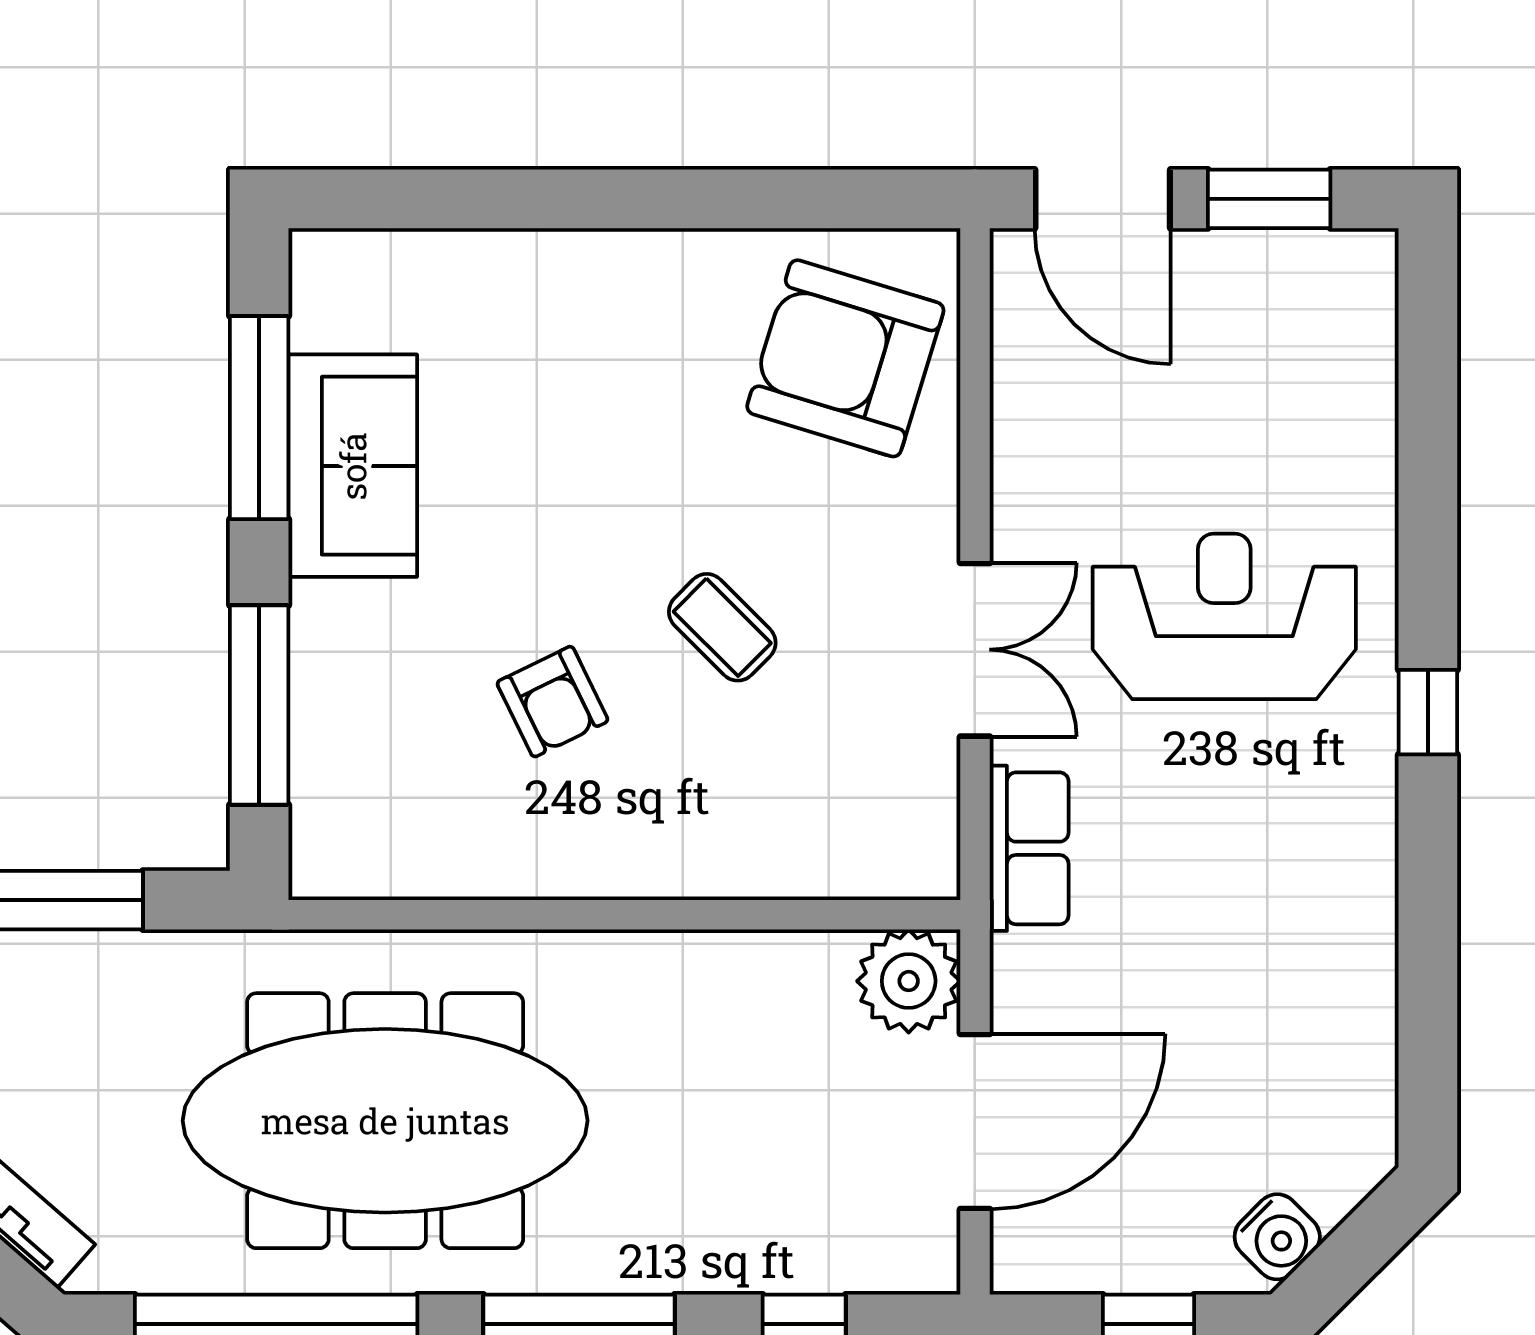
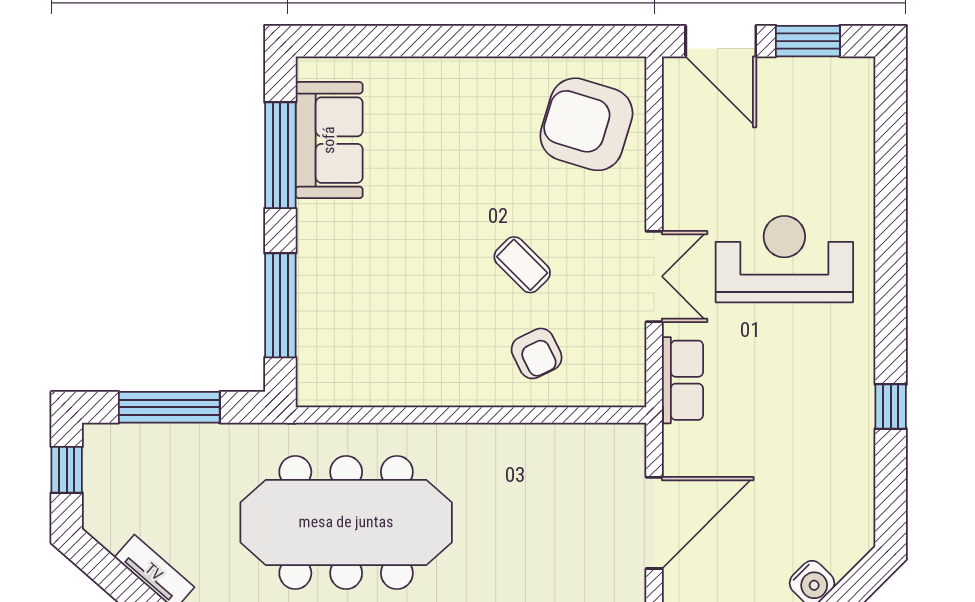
sofa: (353, 466) -> (329, 140), moved
armchair: (552, 702) -> (537, 353), moved
window: (1428, 712) -> (891, 406), moved
plant: (909, 981) -> (619, 450), removed

